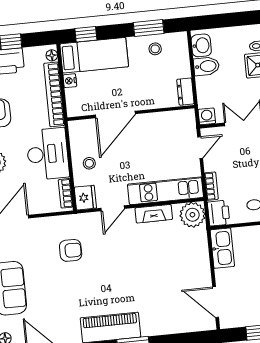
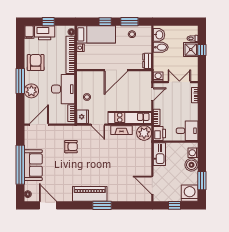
window: (86, 34) -> (105, 22), moved
door: (115, 114) -> (116, 70), moved
door: (113, 208) -> (98, 125), hinge flipped

